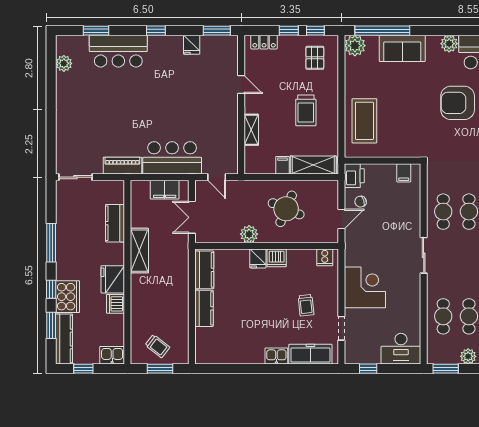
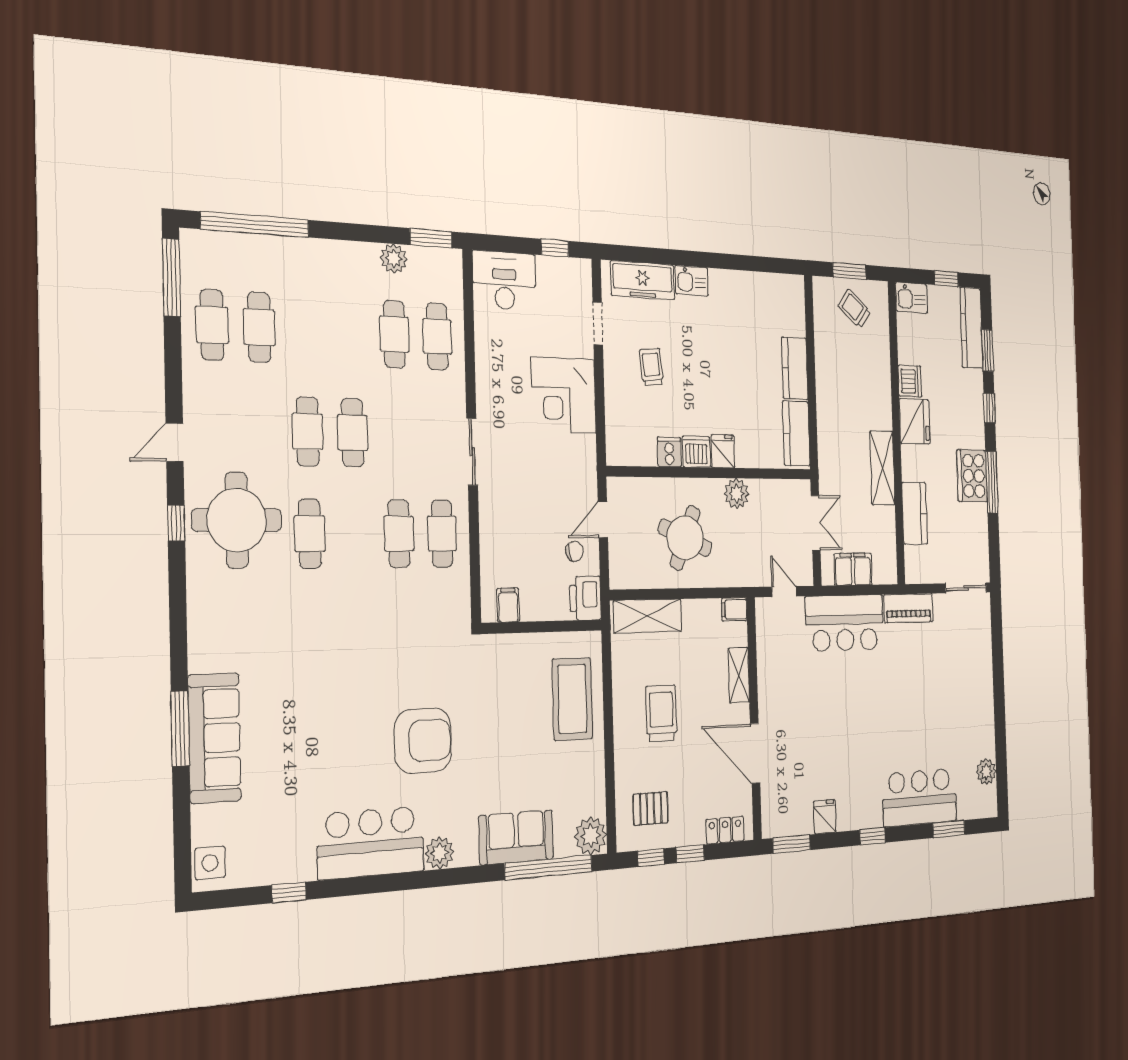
pallet: (315, 58) -> (651, 808), turned 90
door: (241, 84) -> (755, 753), width x1.88
filing cabinet: (283, 165) -> (734, 609), moved, turned 90
cooker: (325, 257) -> (669, 452), moved
cooker: (67, 297) -> (972, 476), moved

